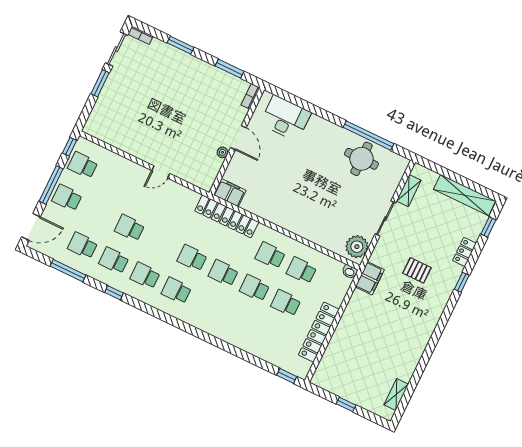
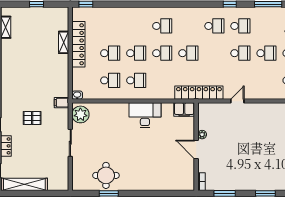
desk: (286, 118) -> (145, 115), moved, turned 180
window: (368, 136) -> (109, 193), width x0.47
shelving: (409, 191) -> (64, 42), moved
locker: (227, 216) -> (199, 93), moved
school desk: (83, 245) -> (266, 53), moved
filing cabinet: (370, 278) -> (62, 103), width x0.50
school desk: (176, 291) -> (162, 26), moved

